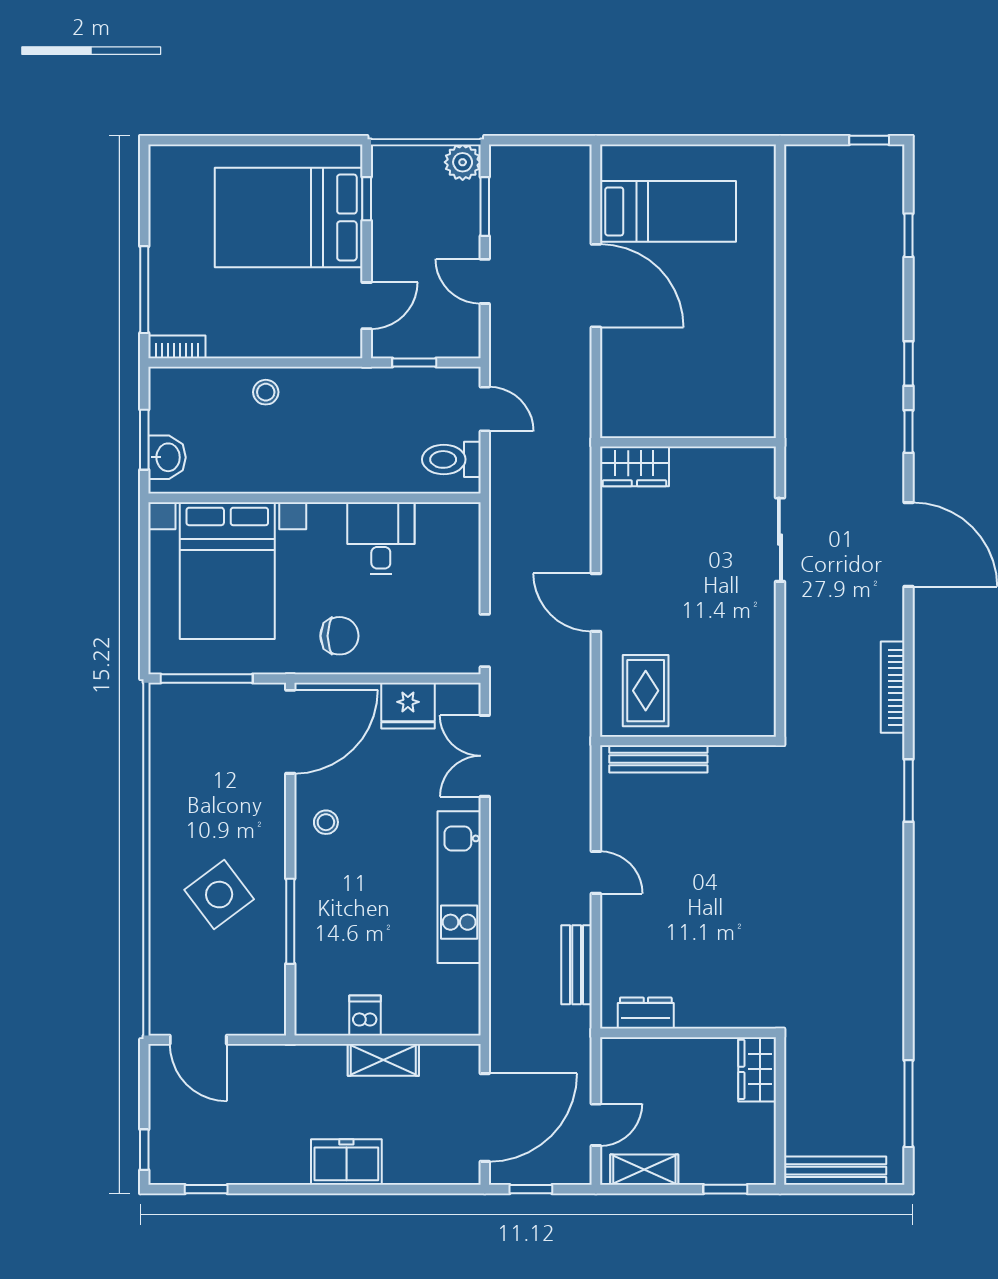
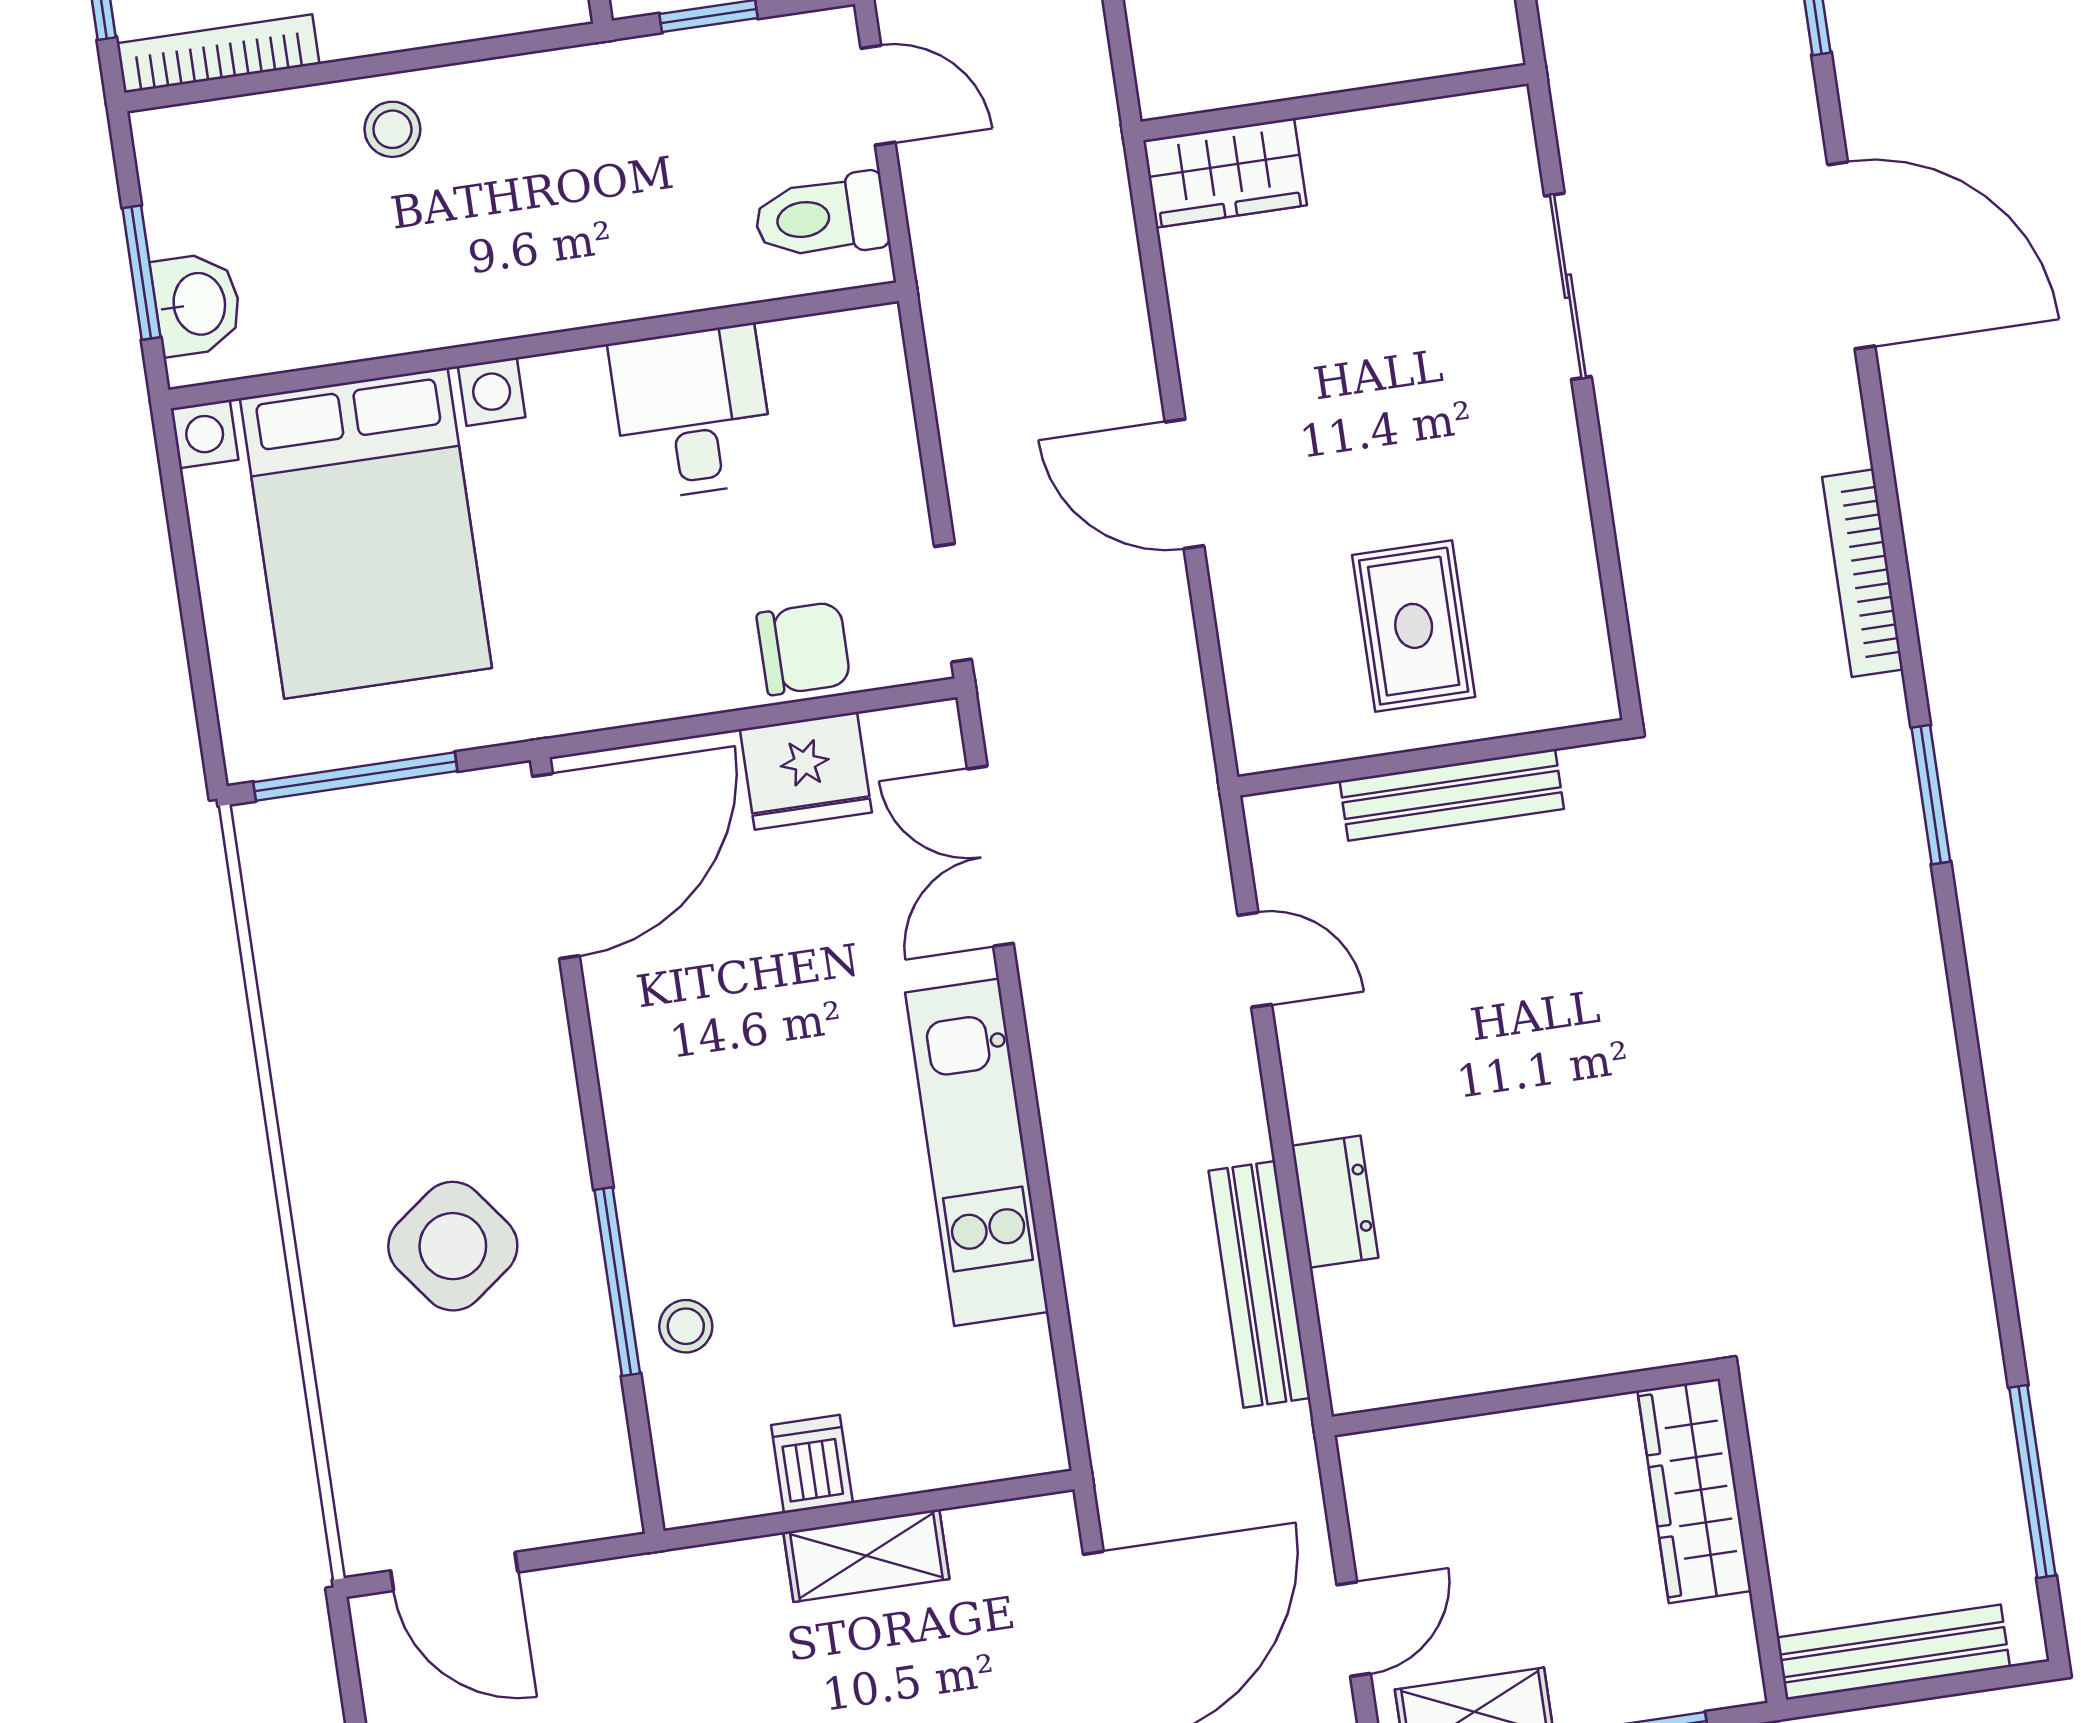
bookcase: (177, 347) -> (218, 54), width x1.56
chair: (339, 636) -> (804, 649), moved
rug: (646, 691) -> (1414, 626), moved
bench: (658, 759) -> (1452, 795), moved
stool: (326, 822) -> (686, 1326), moved
door: (596, 872) -> (1255, 960), moved
bench: (577, 965) -> (1259, 1284), width x1.36
dresser: (646, 1013) -> (1335, 1202), moved, turned 90
wardrobe: (757, 1069) -> (1694, 1491), width x1.50

